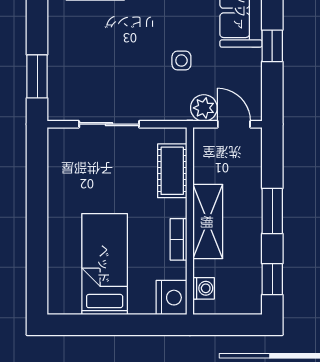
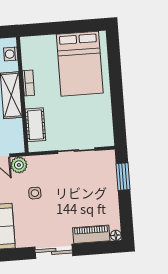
bed: (105, 264) -> (80, 64), width x1.50
nightstand: (171, 298) -> (30, 47), removed

